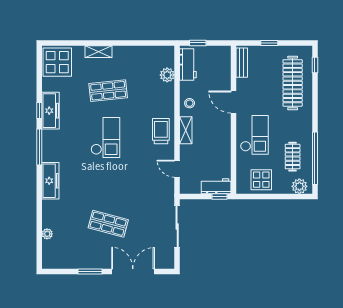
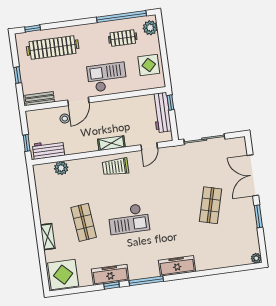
stool: (190, 103) -> (65, 119), moved
checkout: (105, 138) -> (129, 219), turned 180
workbench: (216, 186) -> (162, 112), width x1.38
plant: (47, 234) -> (256, 258), moved

